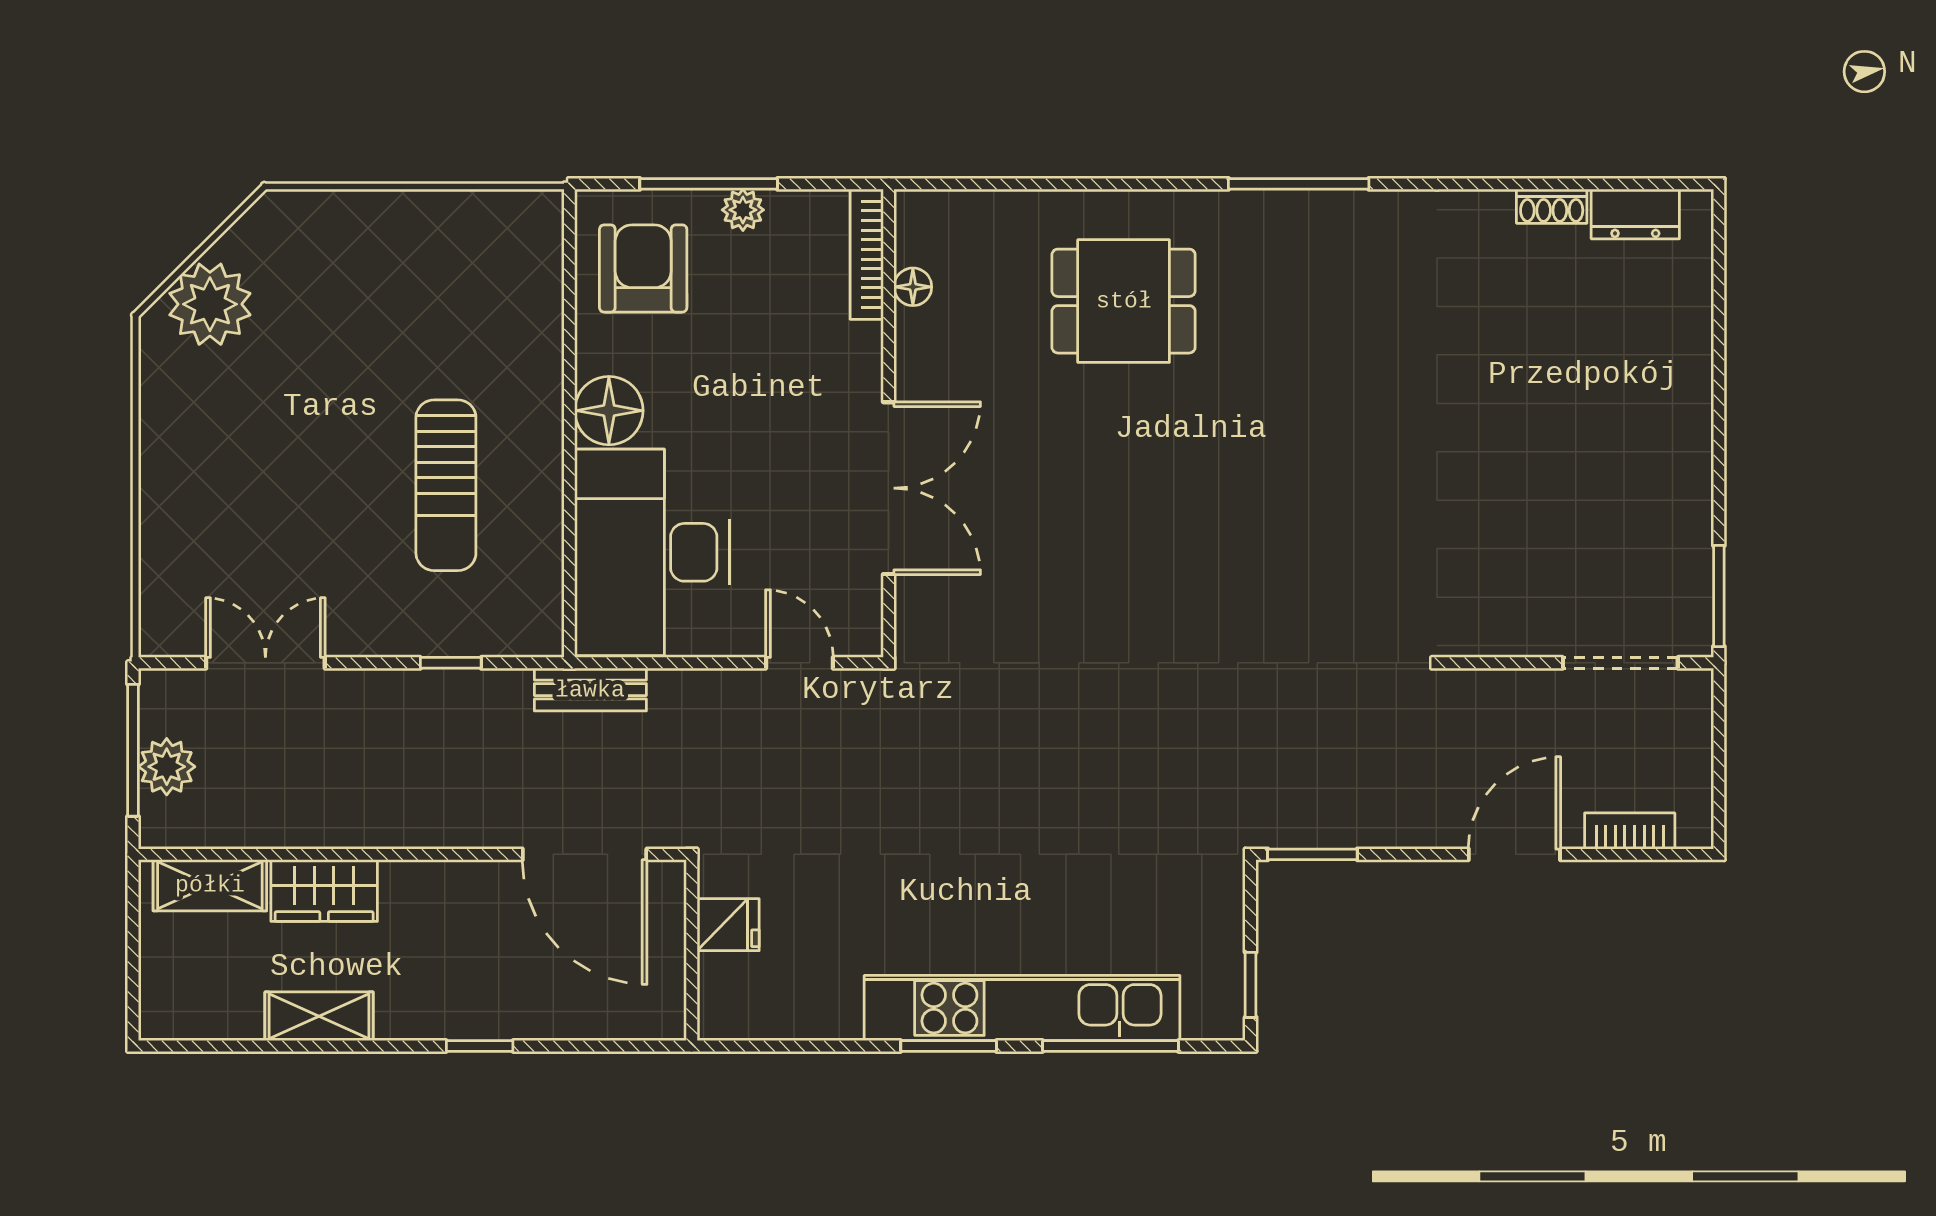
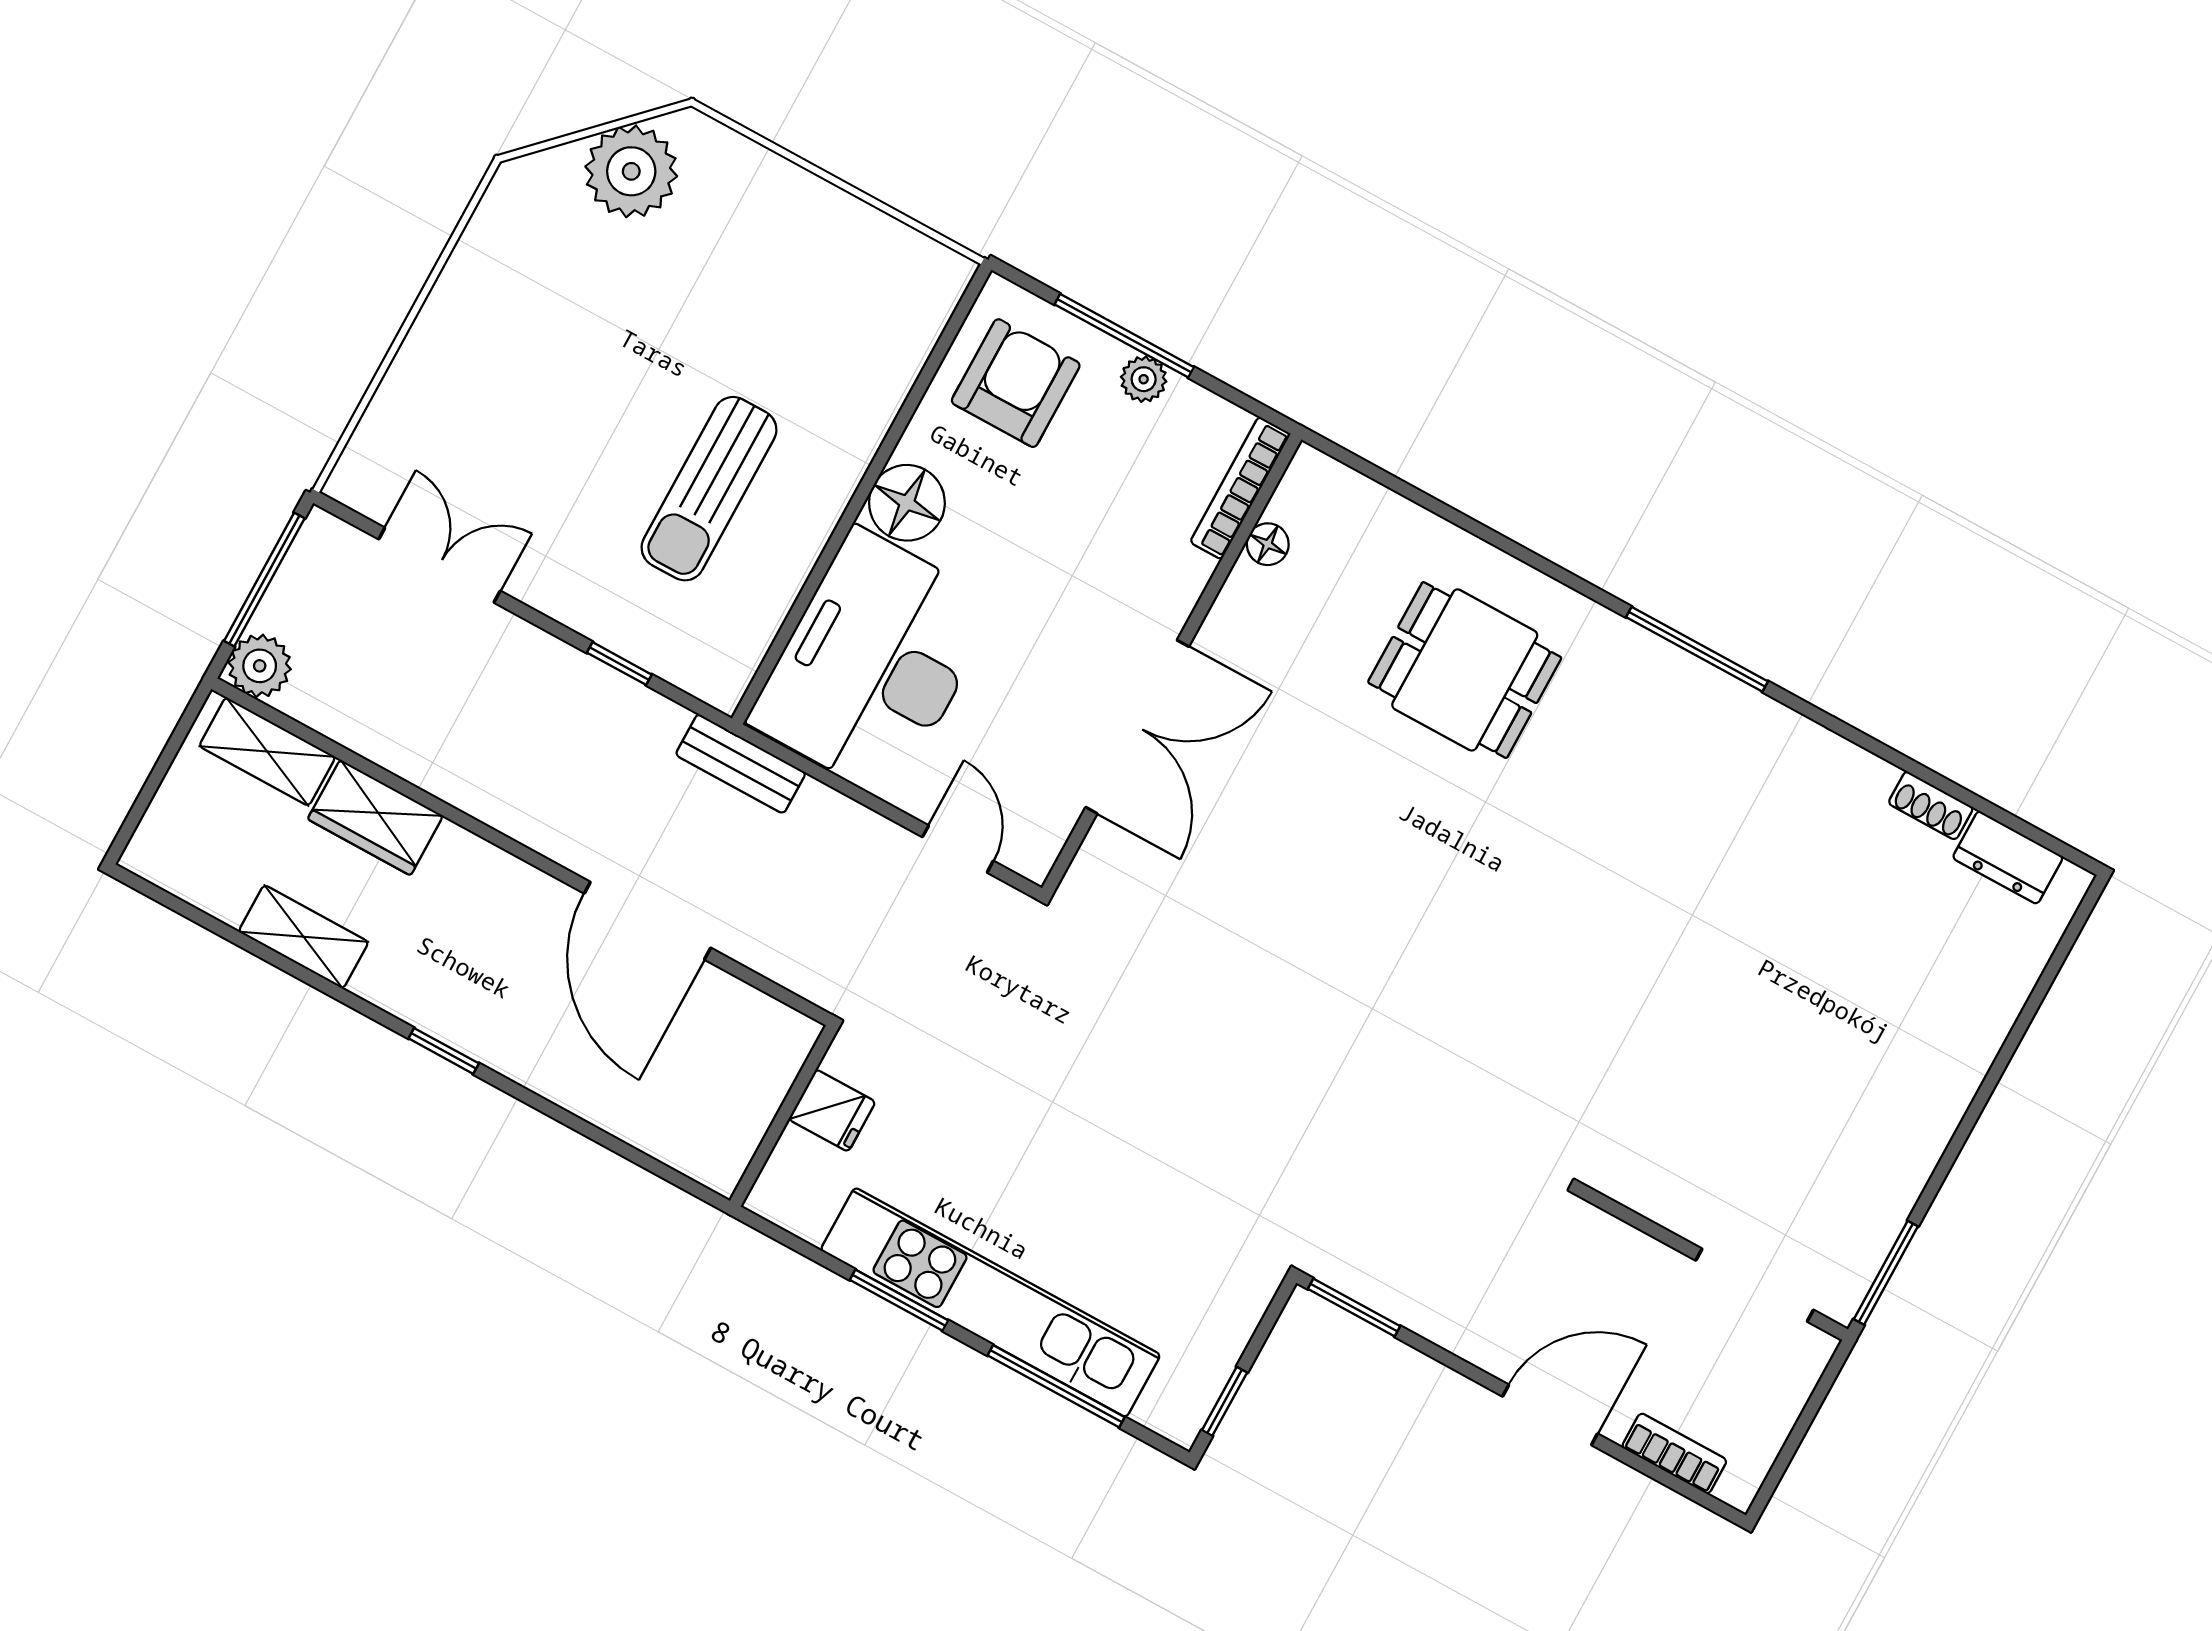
plant: (210, 304) -> (631, 171), moved
plant: (167, 767) -> (260, 666), moved
fridge: (728, 925) -> (832, 1110), moved
wall: (692, 950) -> (783, 1116), moved

